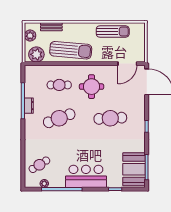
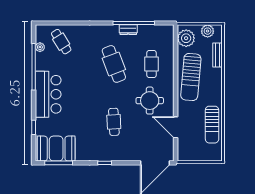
door: (127, 64) -> (176, 127), moved
cafe table: (110, 118) -> (114, 122), width x0.73, depth x0.74

